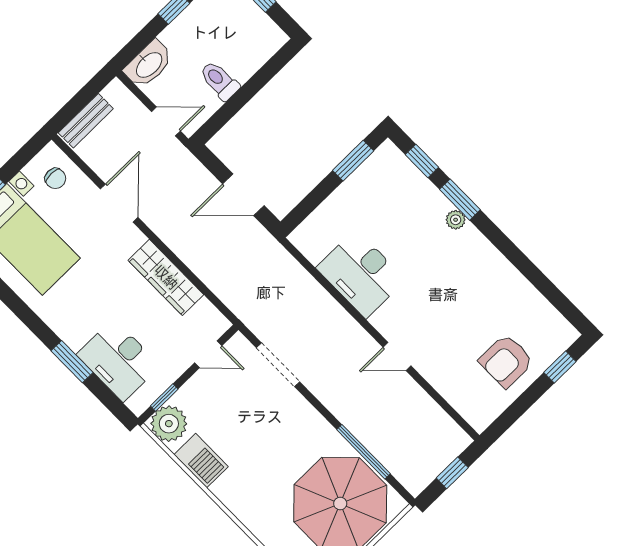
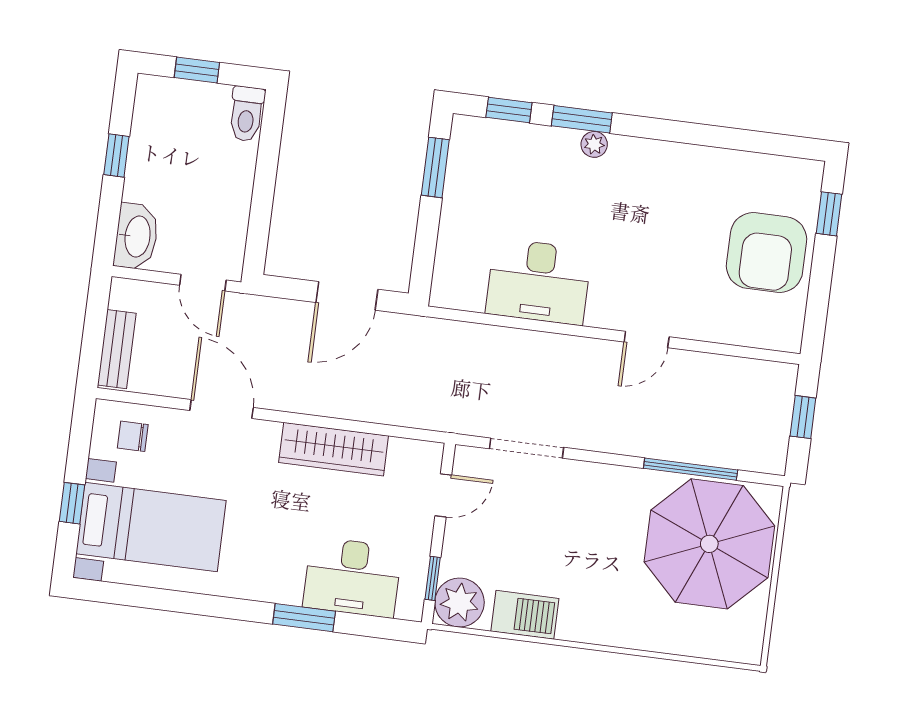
toilet: (219, 81) -> (247, 114), moved, turned -90
door: (166, 121) -> (203, 283), swing flipped
chair: (55, 178) -> (133, 436), turned 180
armchair: (506, 361) -> (767, 253), width x1.36, depth x1.36

